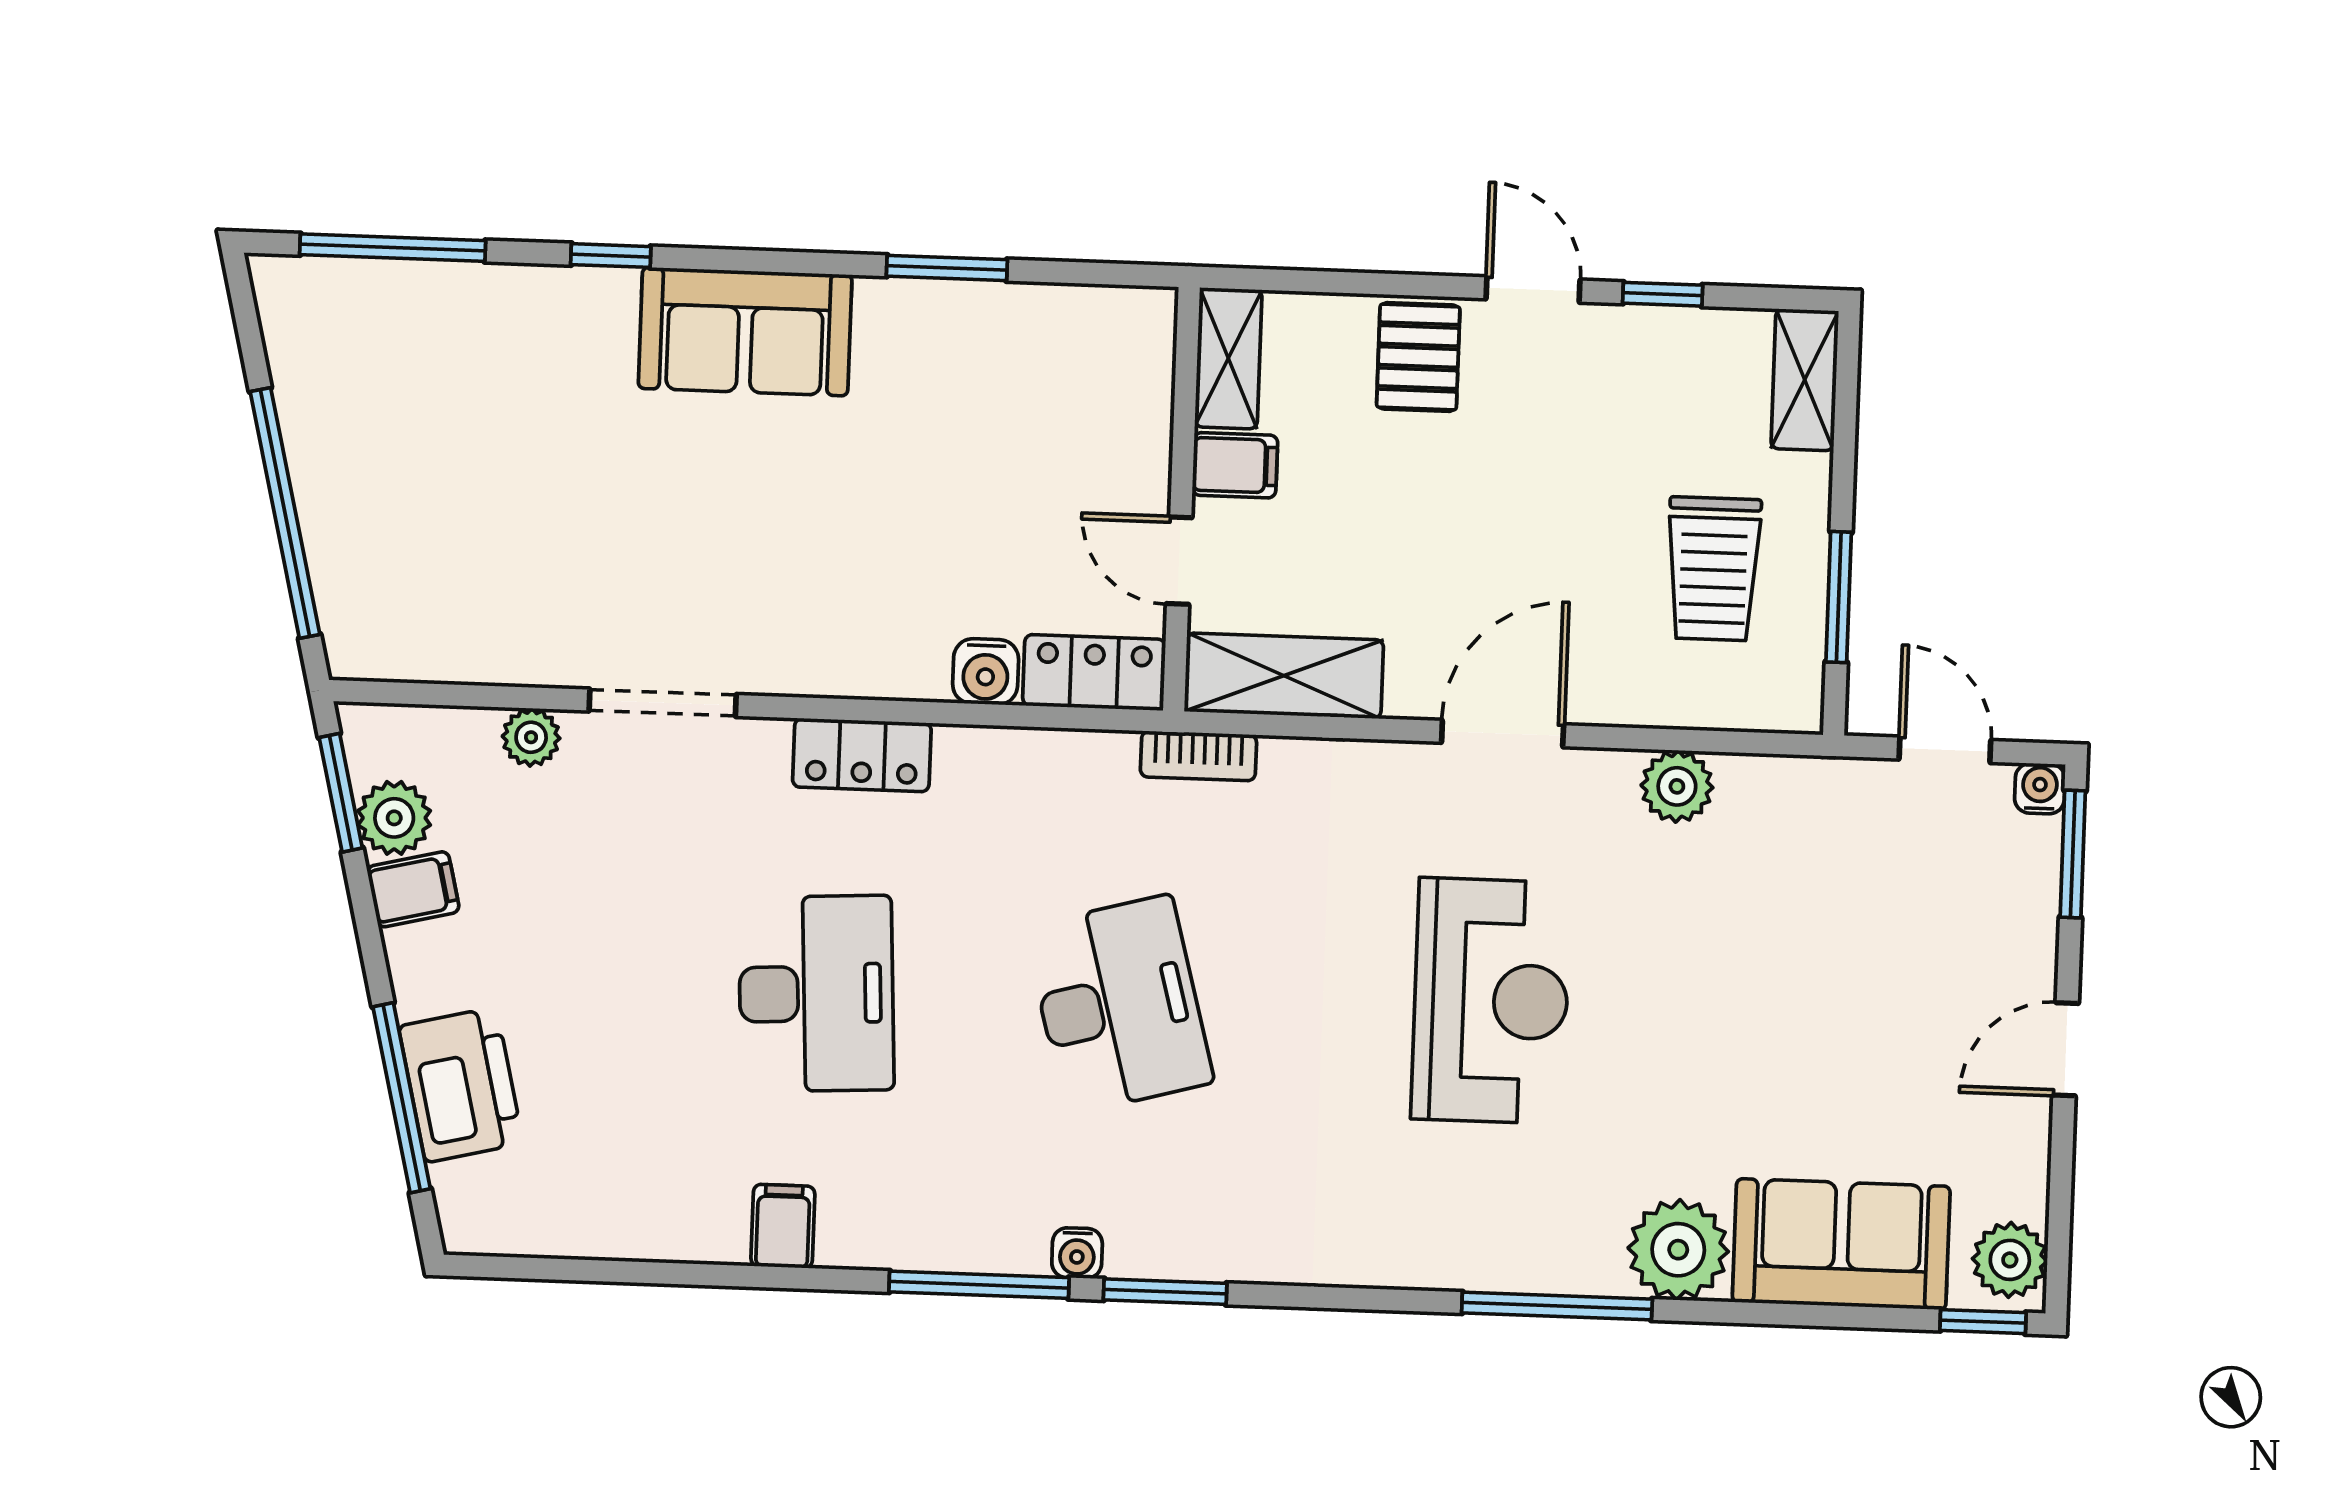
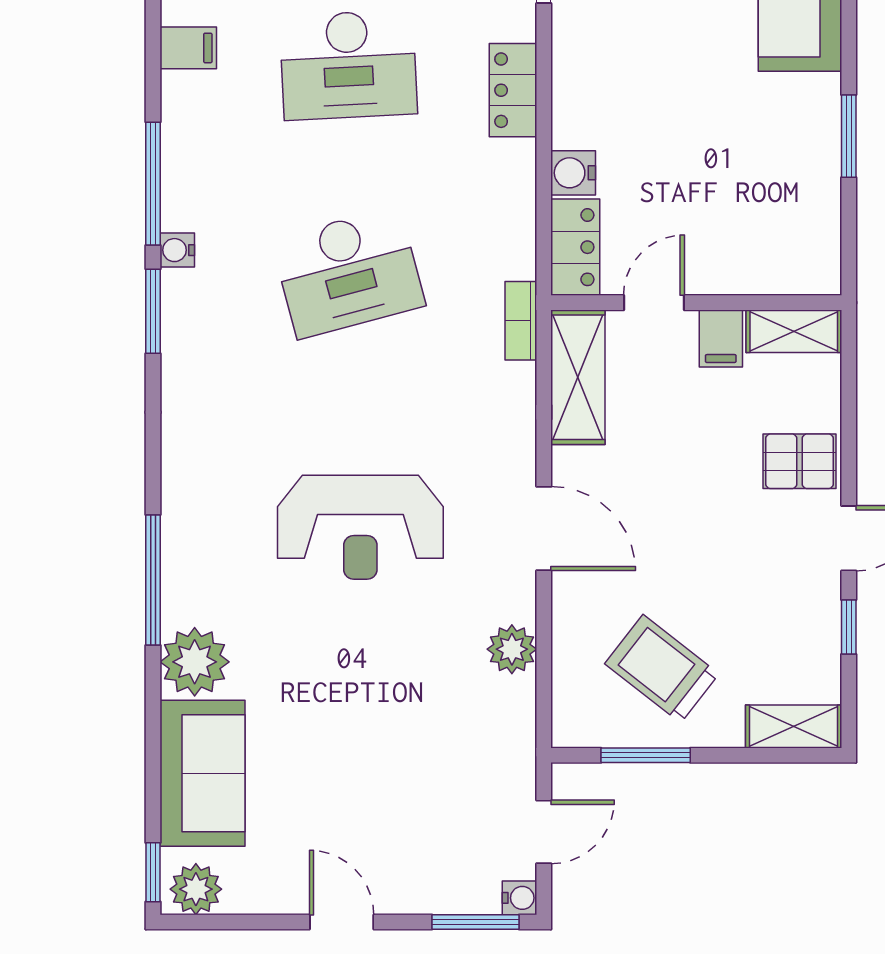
trolley: (1713, 569) -> (662, 669), turned 38

